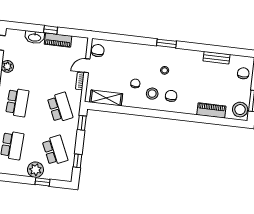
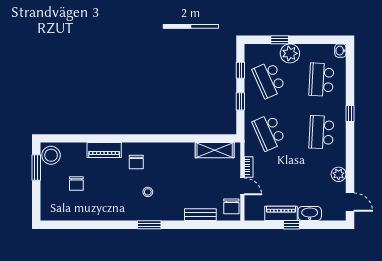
bench: (216, 58) -> (200, 215), moved
door: (87, 66) -> (242, 186), hinge flipped
chair: (243, 73) -> (76, 183), moved
chair: (135, 83) -> (181, 172), removed
stool: (152, 94) -> (160, 162), removed
piano: (211, 110) -> (104, 150), moved
window: (82, 123) -> (240, 101), moved

